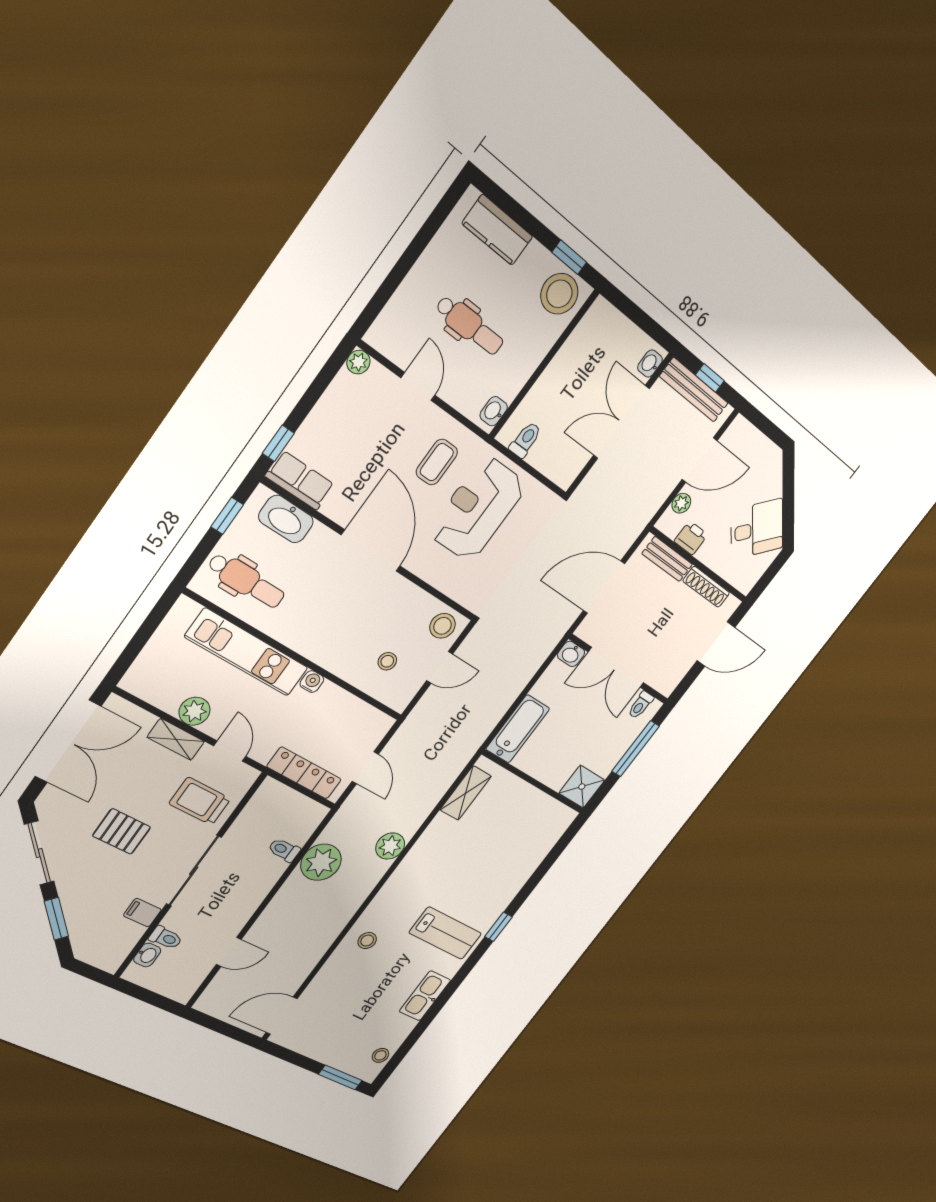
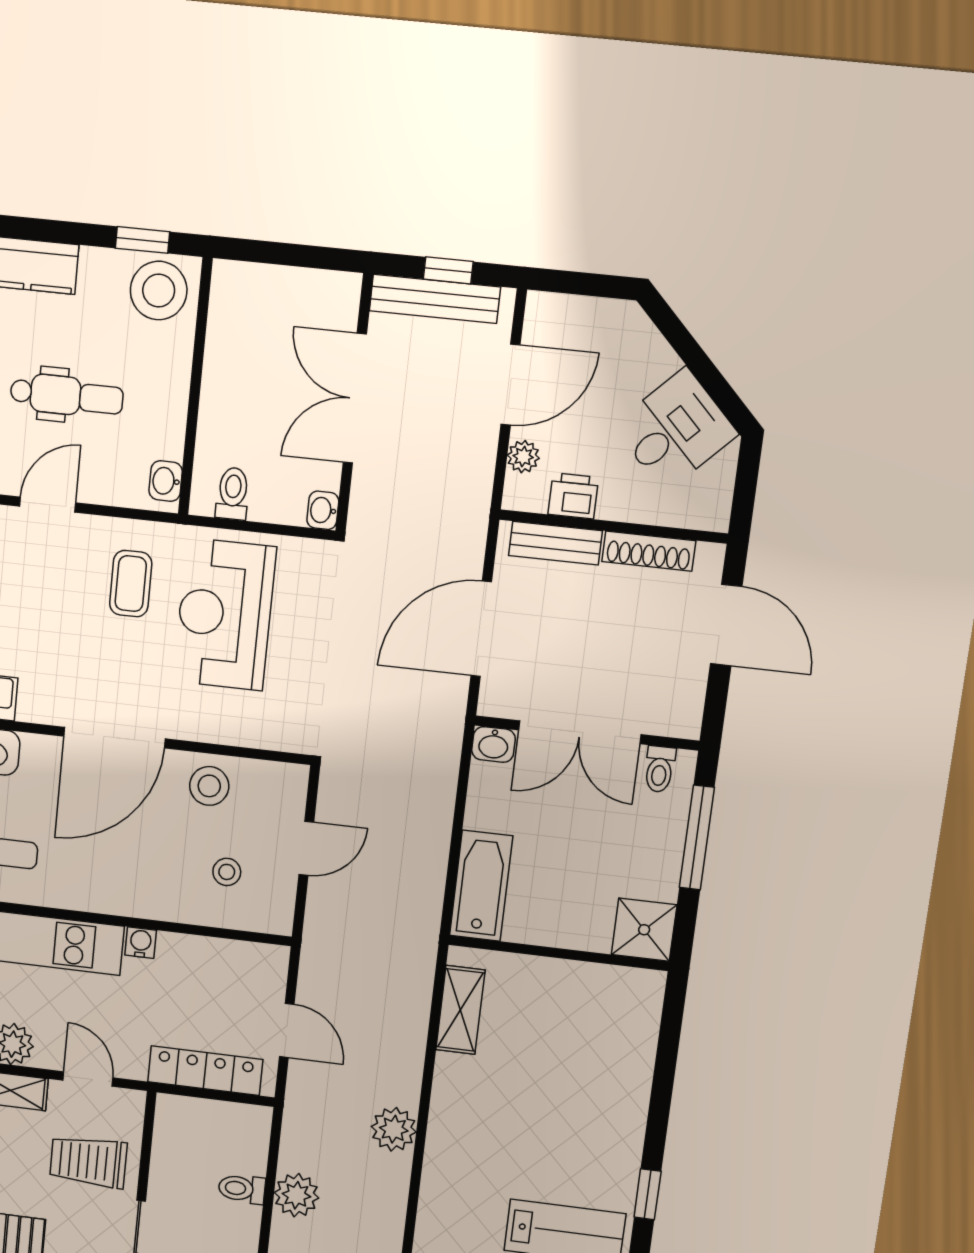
washbasin: (650, 364) -> (323, 510), moved
door: (418, 387) -> (48, 505), hinge flipped
door: (371, 551) -> (114, 738), swing flipped
stool: (443, 626) -> (209, 786), moved
door: (716, 644) -> (726, 625), hinge flipped
plant: (321, 862) -> (296, 1195), width x0.73, depth x0.73

